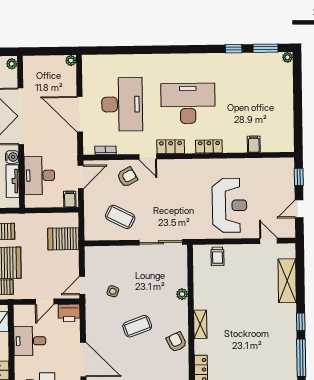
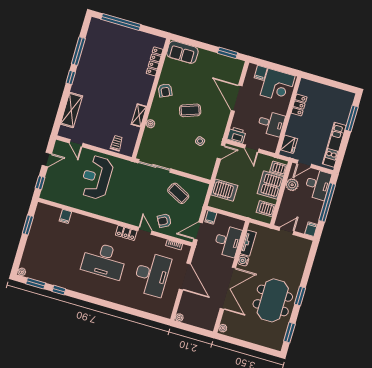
desk: (122, 104) -> (152, 274), turned 180
window: (298, 119) -> (28, 225), added
locker: (209, 146) -> (98, 225), removed
door: (45, 302) -> (252, 149), swing flipped
shelving: (200, 324) -> (139, 115), moved

